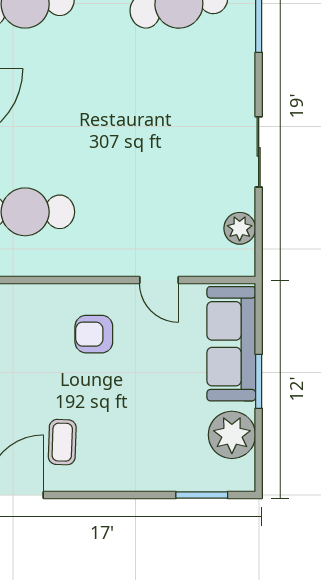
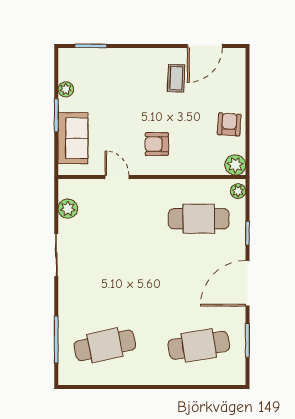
armchair: (94, 334) -> (157, 144), turned 180
sofa: (231, 344) -> (73, 138), width x0.73
plant: (232, 435) -> (66, 89), width x0.53, depth x0.53

